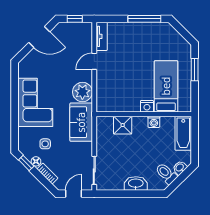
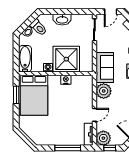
window: (144, 19) -> (68, 148), moved
plant: (83, 32) -> (103, 138), added
window: (195, 70) -> (16, 95), moved
bed: (166, 86) -> (34, 95), width x1.50
nightstand: (147, 106) -> (66, 80), moved
shower: (123, 125) -> (66, 59), width x1.86, depth x1.86

